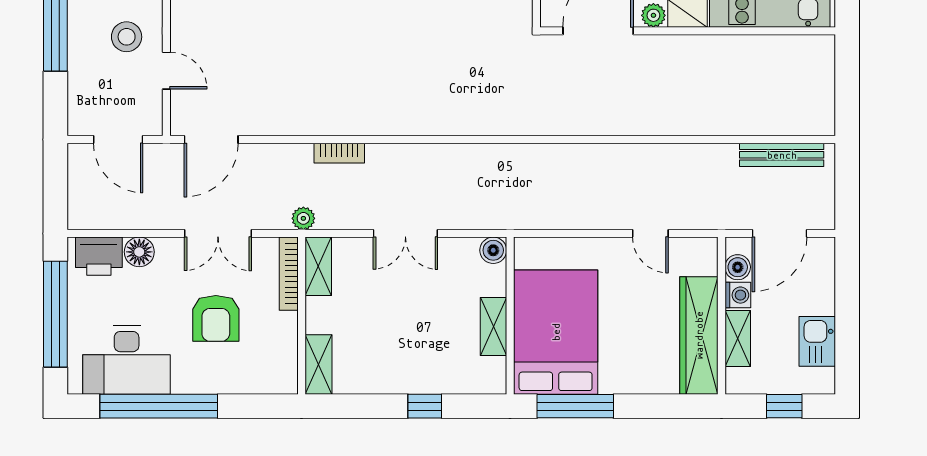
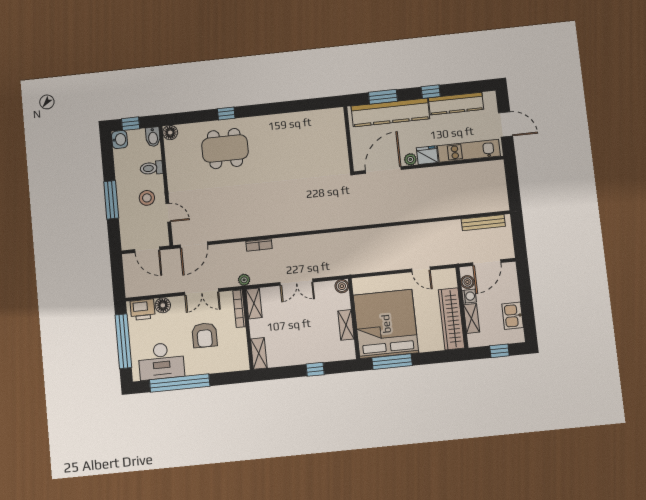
bed: (556, 332) -> (386, 324), width x1.36

